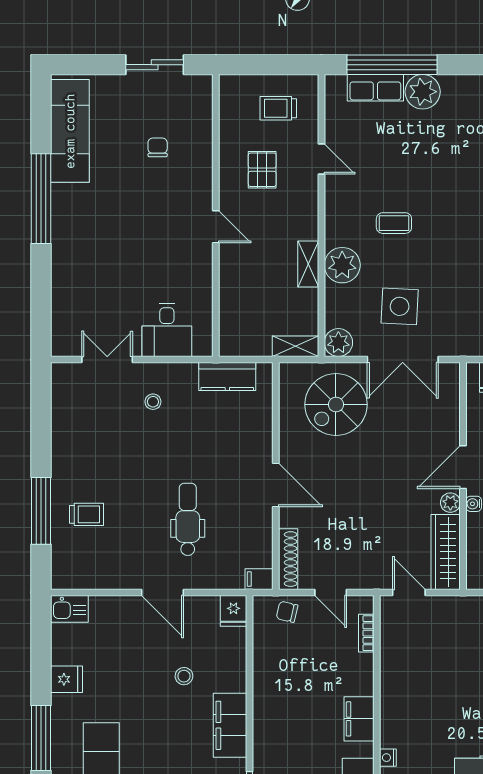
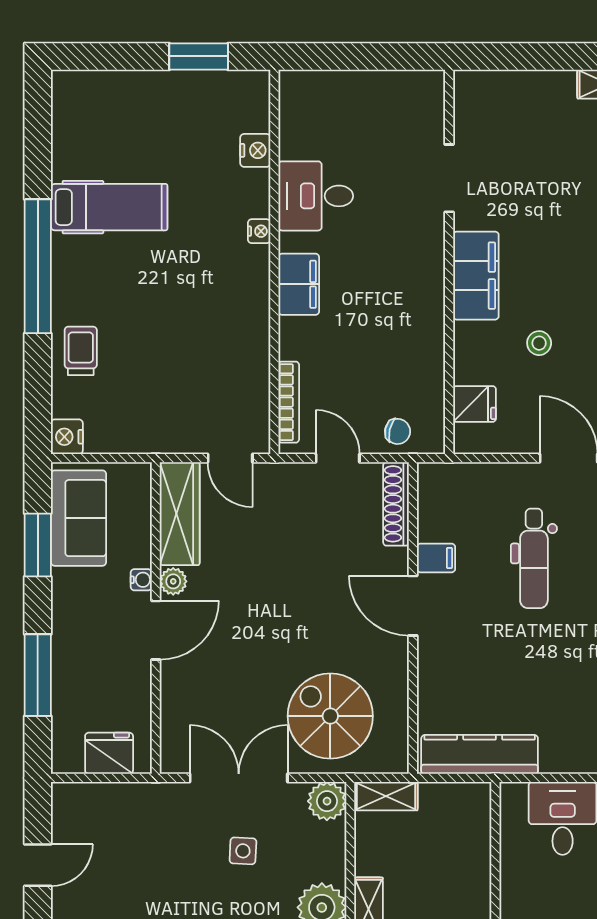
side table: (400, 306) -> (243, 851), width x0.54, depth x0.54
kitchen counter: (227, 377) -> (480, 754), width x1.50
stool: (153, 402) -> (582, 720), removed
spiral stairs: (336, 405) -> (330, 716), turned -90
filing cabinet: (259, 579) -> (436, 558), moved
fridge: (233, 611) -> (475, 404), moved, turned 90
bookcase: (366, 633) -> (289, 402), width x1.56

